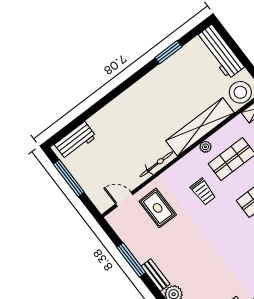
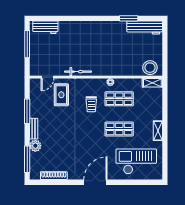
workbench: (220, 52) -> (145, 27), moved, turned -90
shelving: (200, 127) -> (115, 70), removed
door: (124, 199) -> (47, 77), swing flipped

